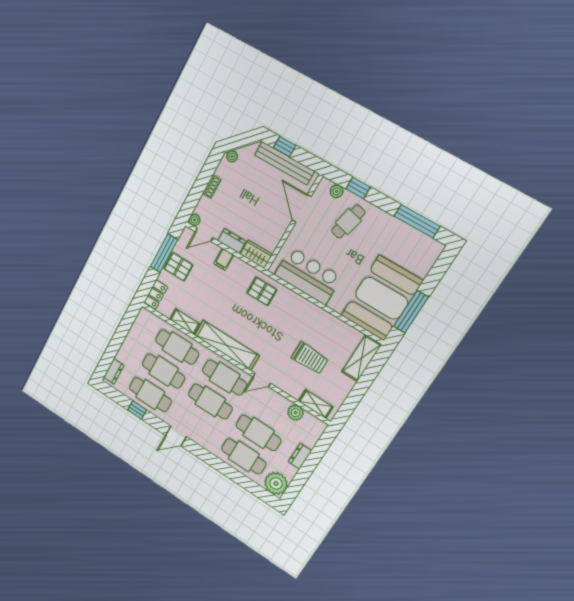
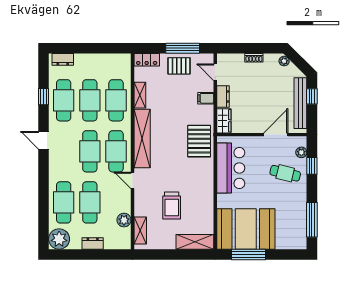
plant: (195, 220) -> (222, 59), removed
pallet: (178, 267) -> (179, 66), turned 90
pallet: (262, 291) -> (199, 141), width x1.50, depth x1.42

